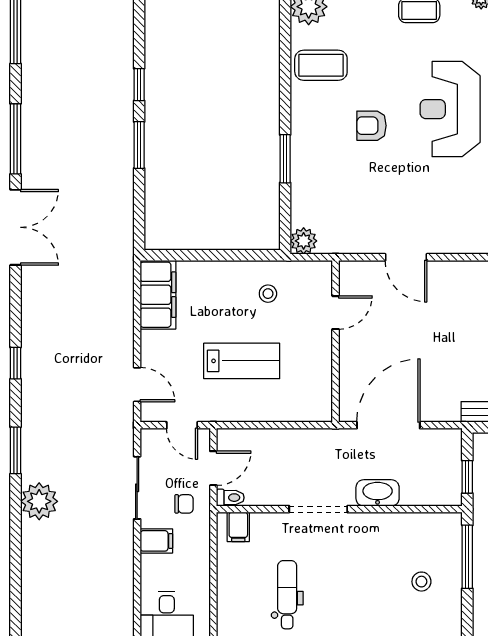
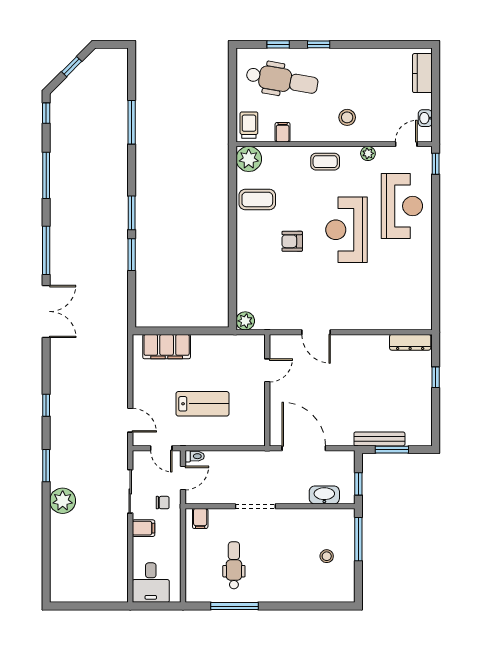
window: (139, 85) -> (132, 213), width x1.50
window: (285, 159) -> (233, 264), removed
stool: (268, 294) -> (221, 357), removed
filing cabinet: (158, 295) -> (167, 347), moved, turned 90
door: (388, 425) -> (304, 448), hinge flipped
washbasin: (378, 493) -> (324, 495), moved
toilet: (230, 498) -> (195, 456), moved

